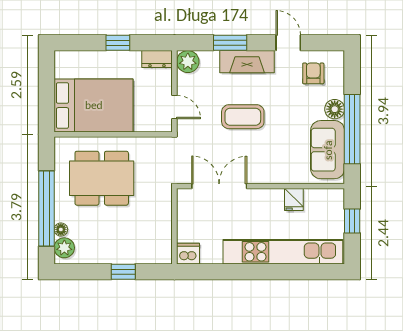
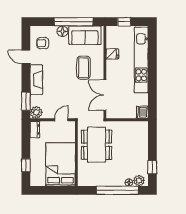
window: (118, 43) -> (26, 165), moved
window: (230, 43) -> (26, 101), moved
door: (288, 43) -> (26, 57), hinge flipped
coffee table: (243, 117) -> (84, 68), moved
dining table: (102, 178) -> (96, 145), moved
window: (123, 272) -> (152, 167), moved

